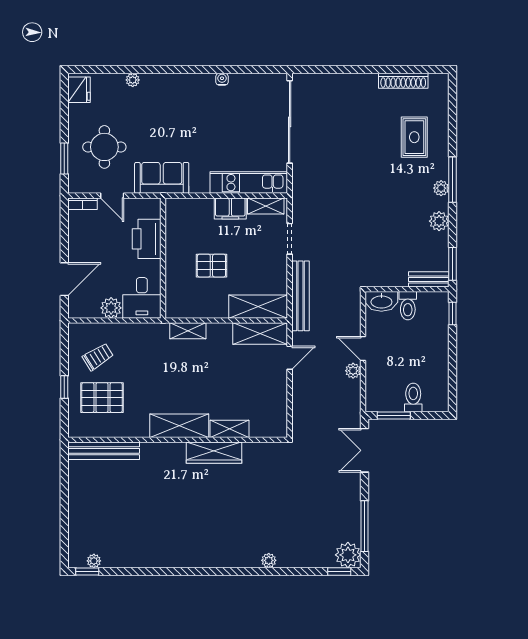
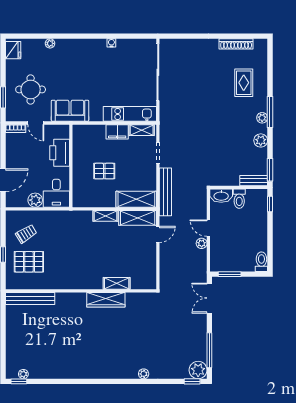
shelving: (188, 331) -> (106, 216), moved
toilet: (413, 397) -> (261, 262), moved
shelving: (179, 426) -> (82, 281), removed

